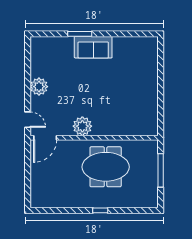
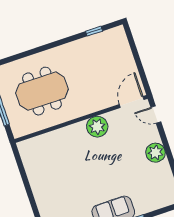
meeting table: (106, 167) -> (42, 91), moved
window: (100, 210) -> (94, 31), moved

